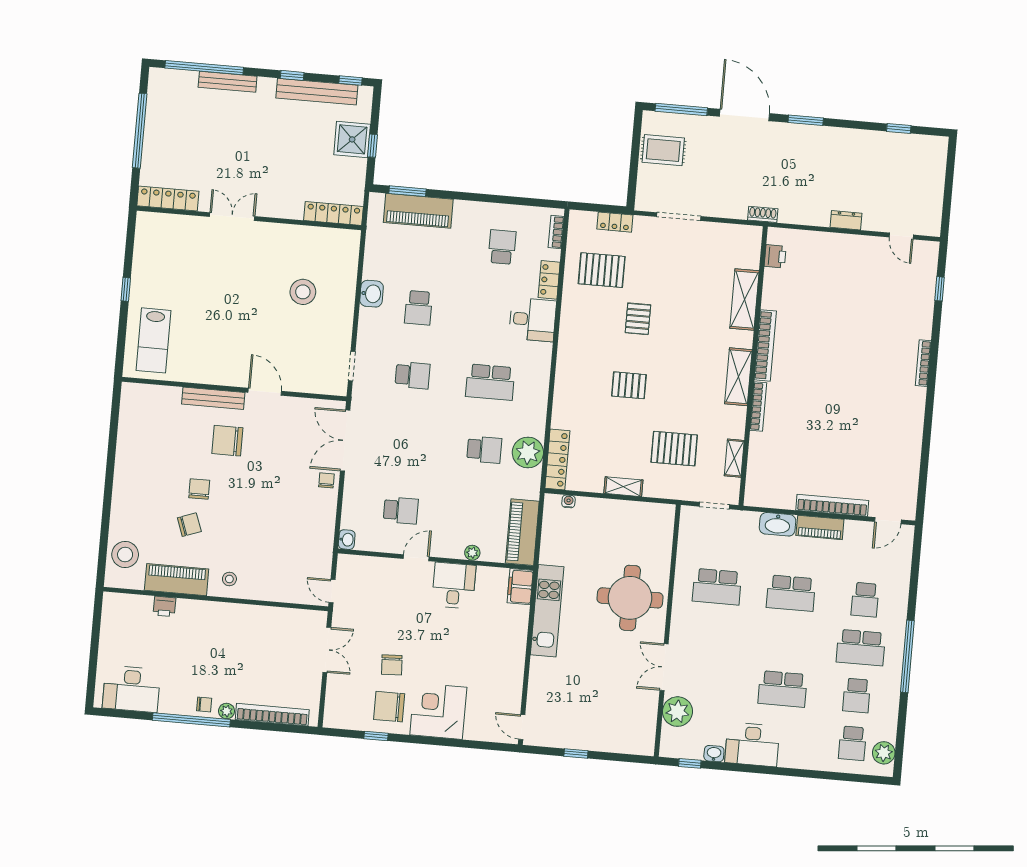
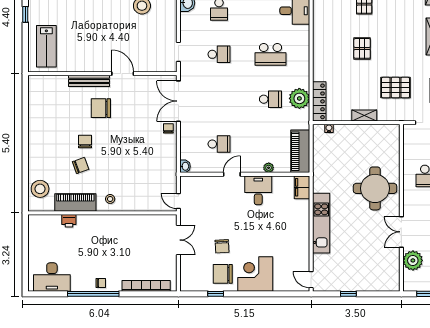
pallet: (629, 385) -> (362, 48), turned 90
kitchen unit: (547, 611) -> (321, 223), moved
plant: (227, 711) -> (116, 286), removed

